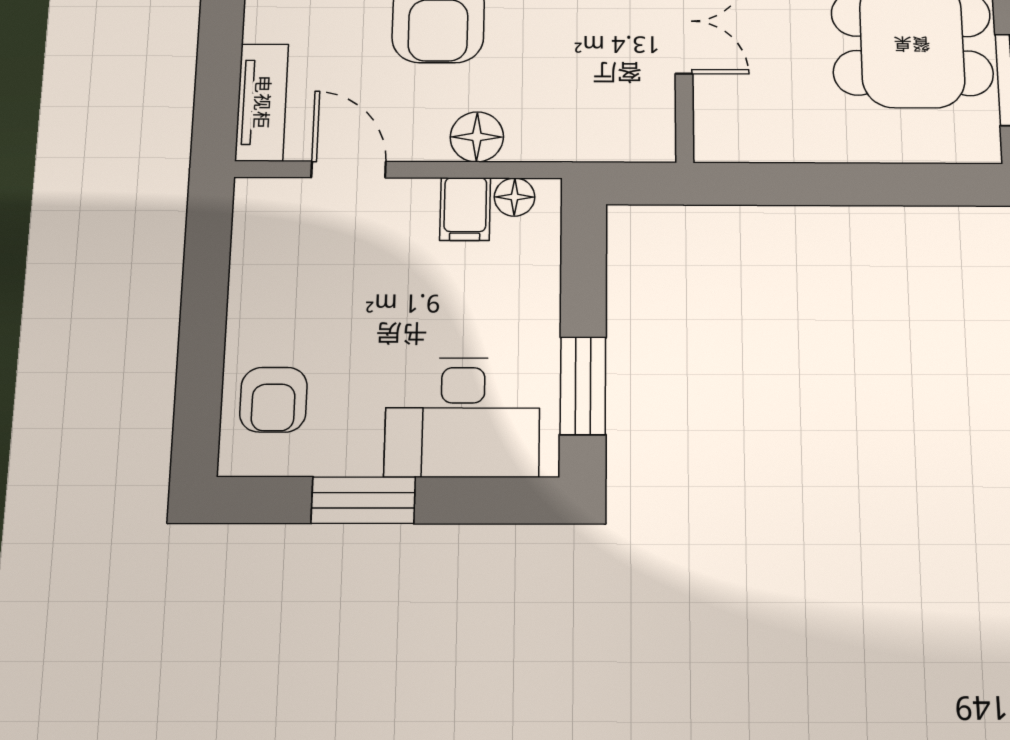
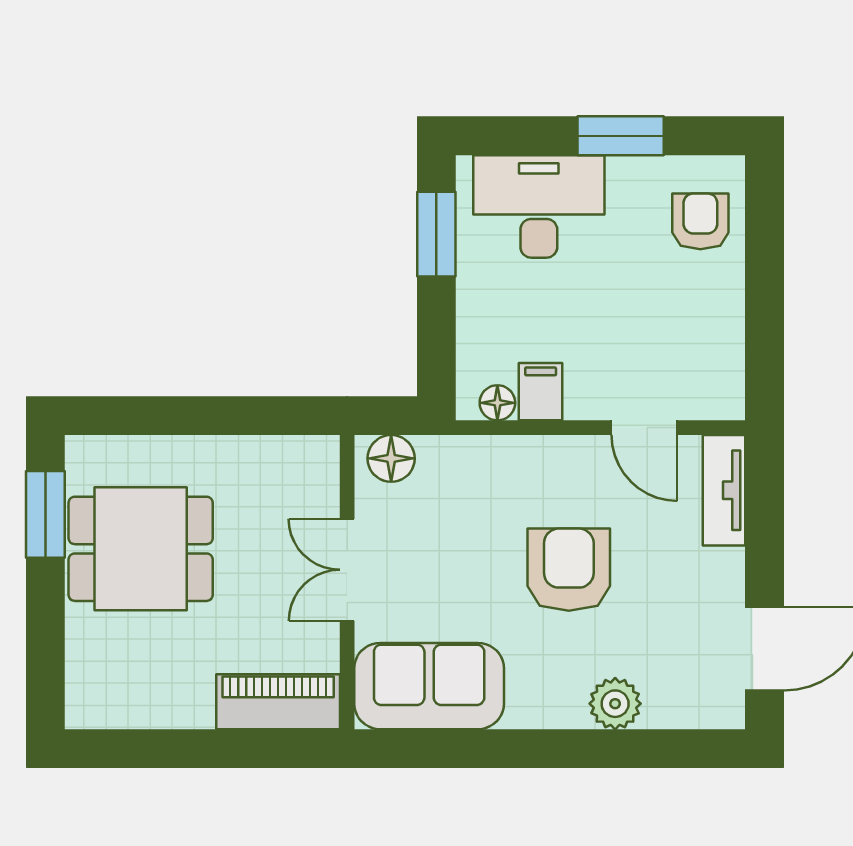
floor lamp: (477, 137) -> (391, 458), moved

